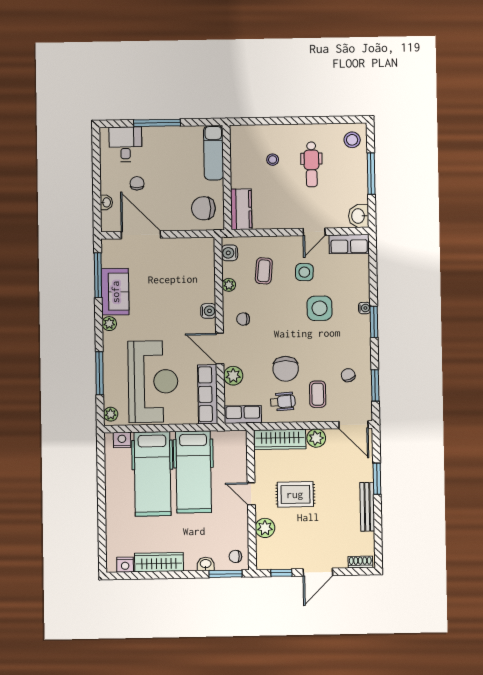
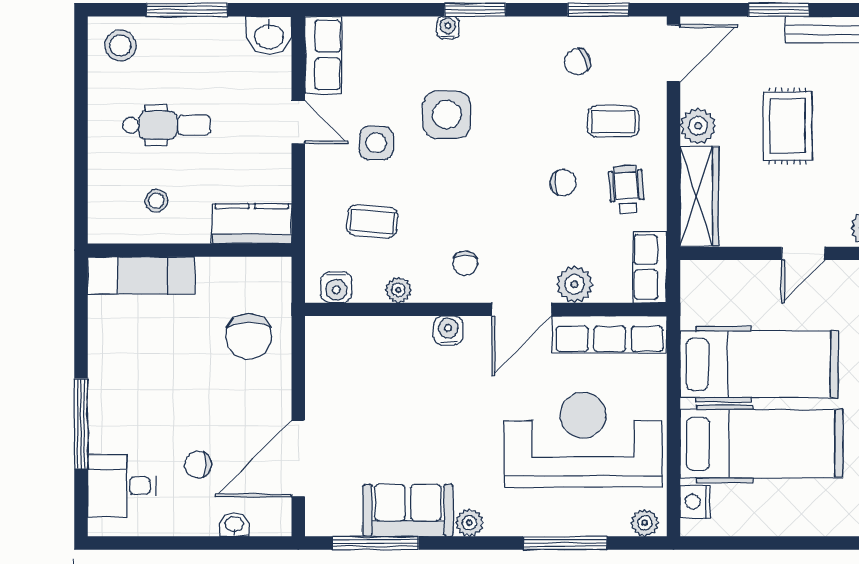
exam couch: (214, 153) -> (141, 275), moved
wall: (227, 177) -> (190, 250), moved
kitchen counter: (241, 209) -> (252, 224), moved
chair: (286, 369) -> (563, 183), width x0.54, depth x0.54
rug: (295, 494) -> (788, 126), moved

